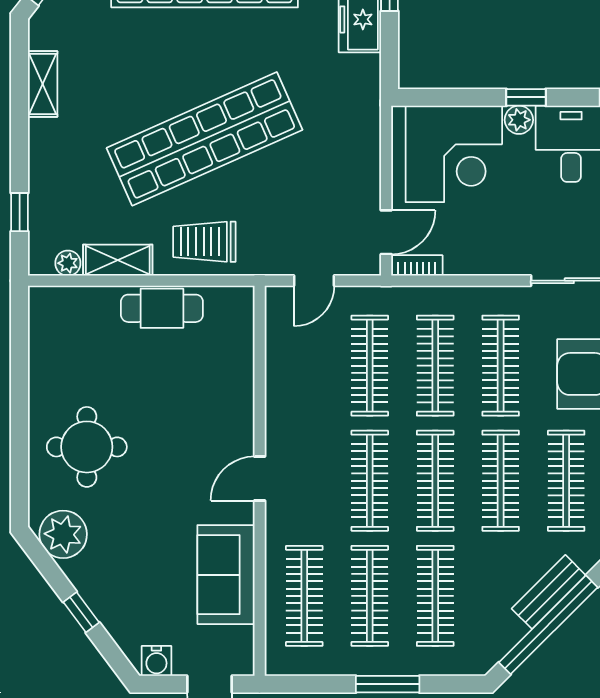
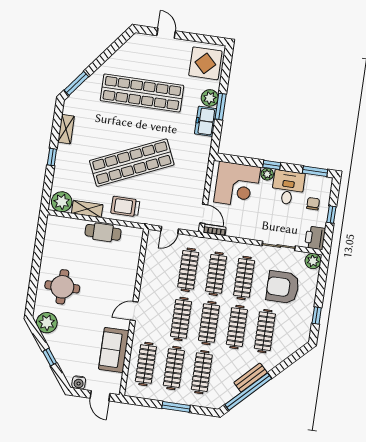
window: (20, 212) -> (52, 157), moved
door: (386, 232) -> (204, 214), hinge flipped
plant: (68, 263) -> (62, 202), width x1.87, depth x1.87

